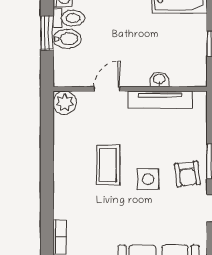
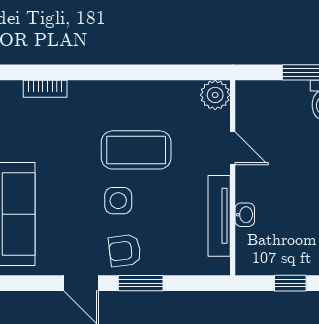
bidet: (67, 39) -> (296, 98), removed
coffee table: (108, 165) -> (136, 150), width x1.36, depth x1.32

